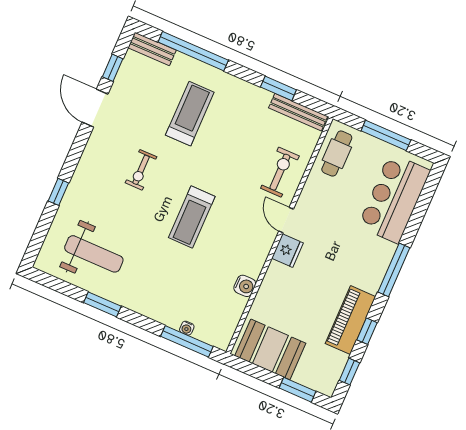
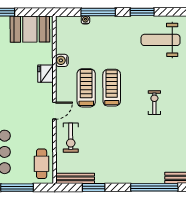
treadmill: (190, 114) -> (86, 88), moved, turned 180
door: (286, 220) -> (54, 111), hinge flipped
fridge: (287, 251) -> (46, 74), moved
window: (187, 341) -> (98, 12), moved

